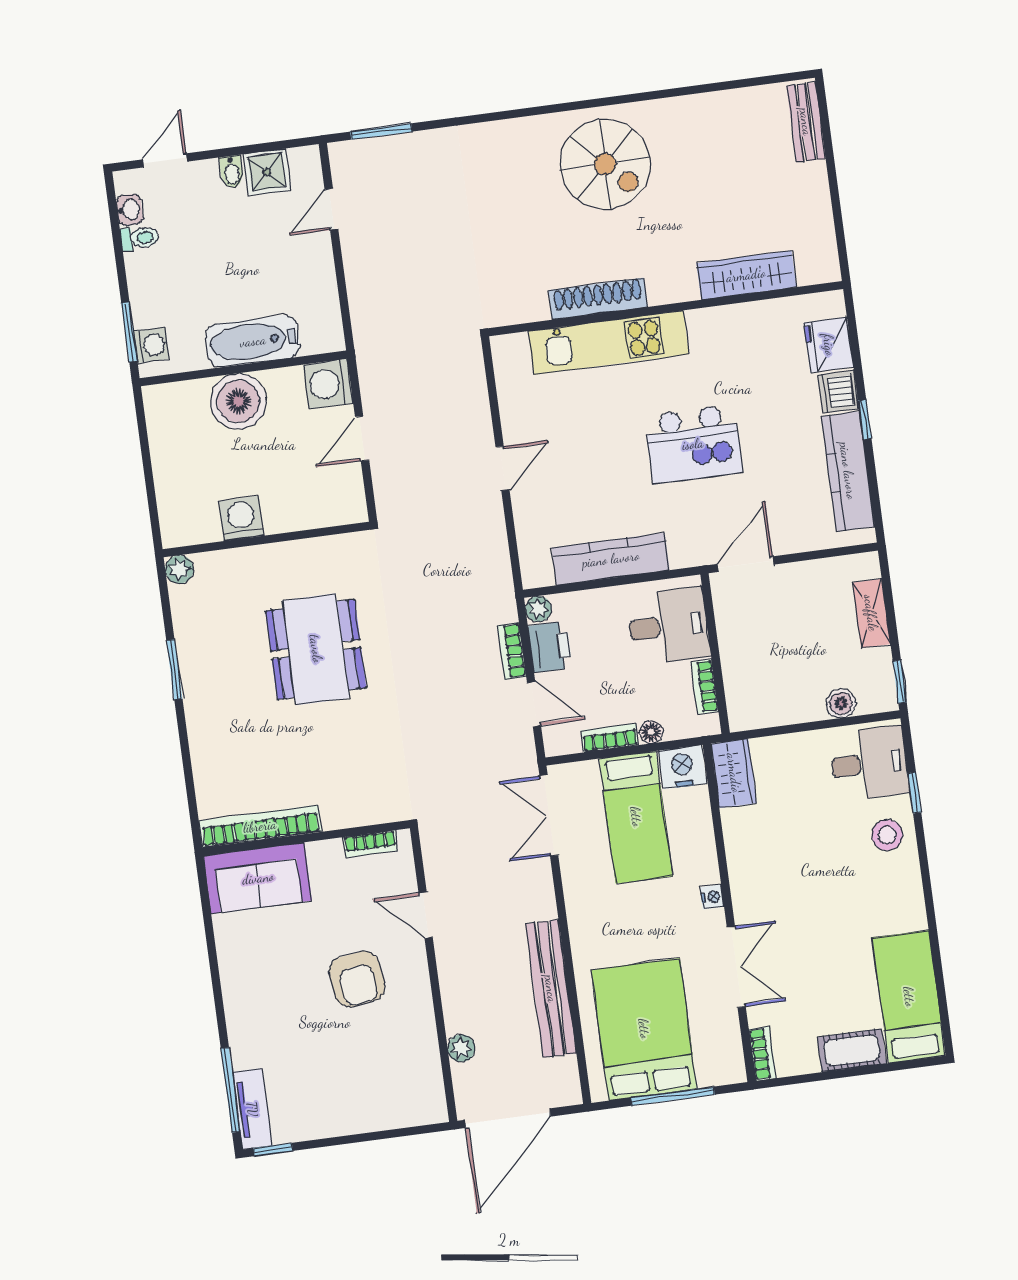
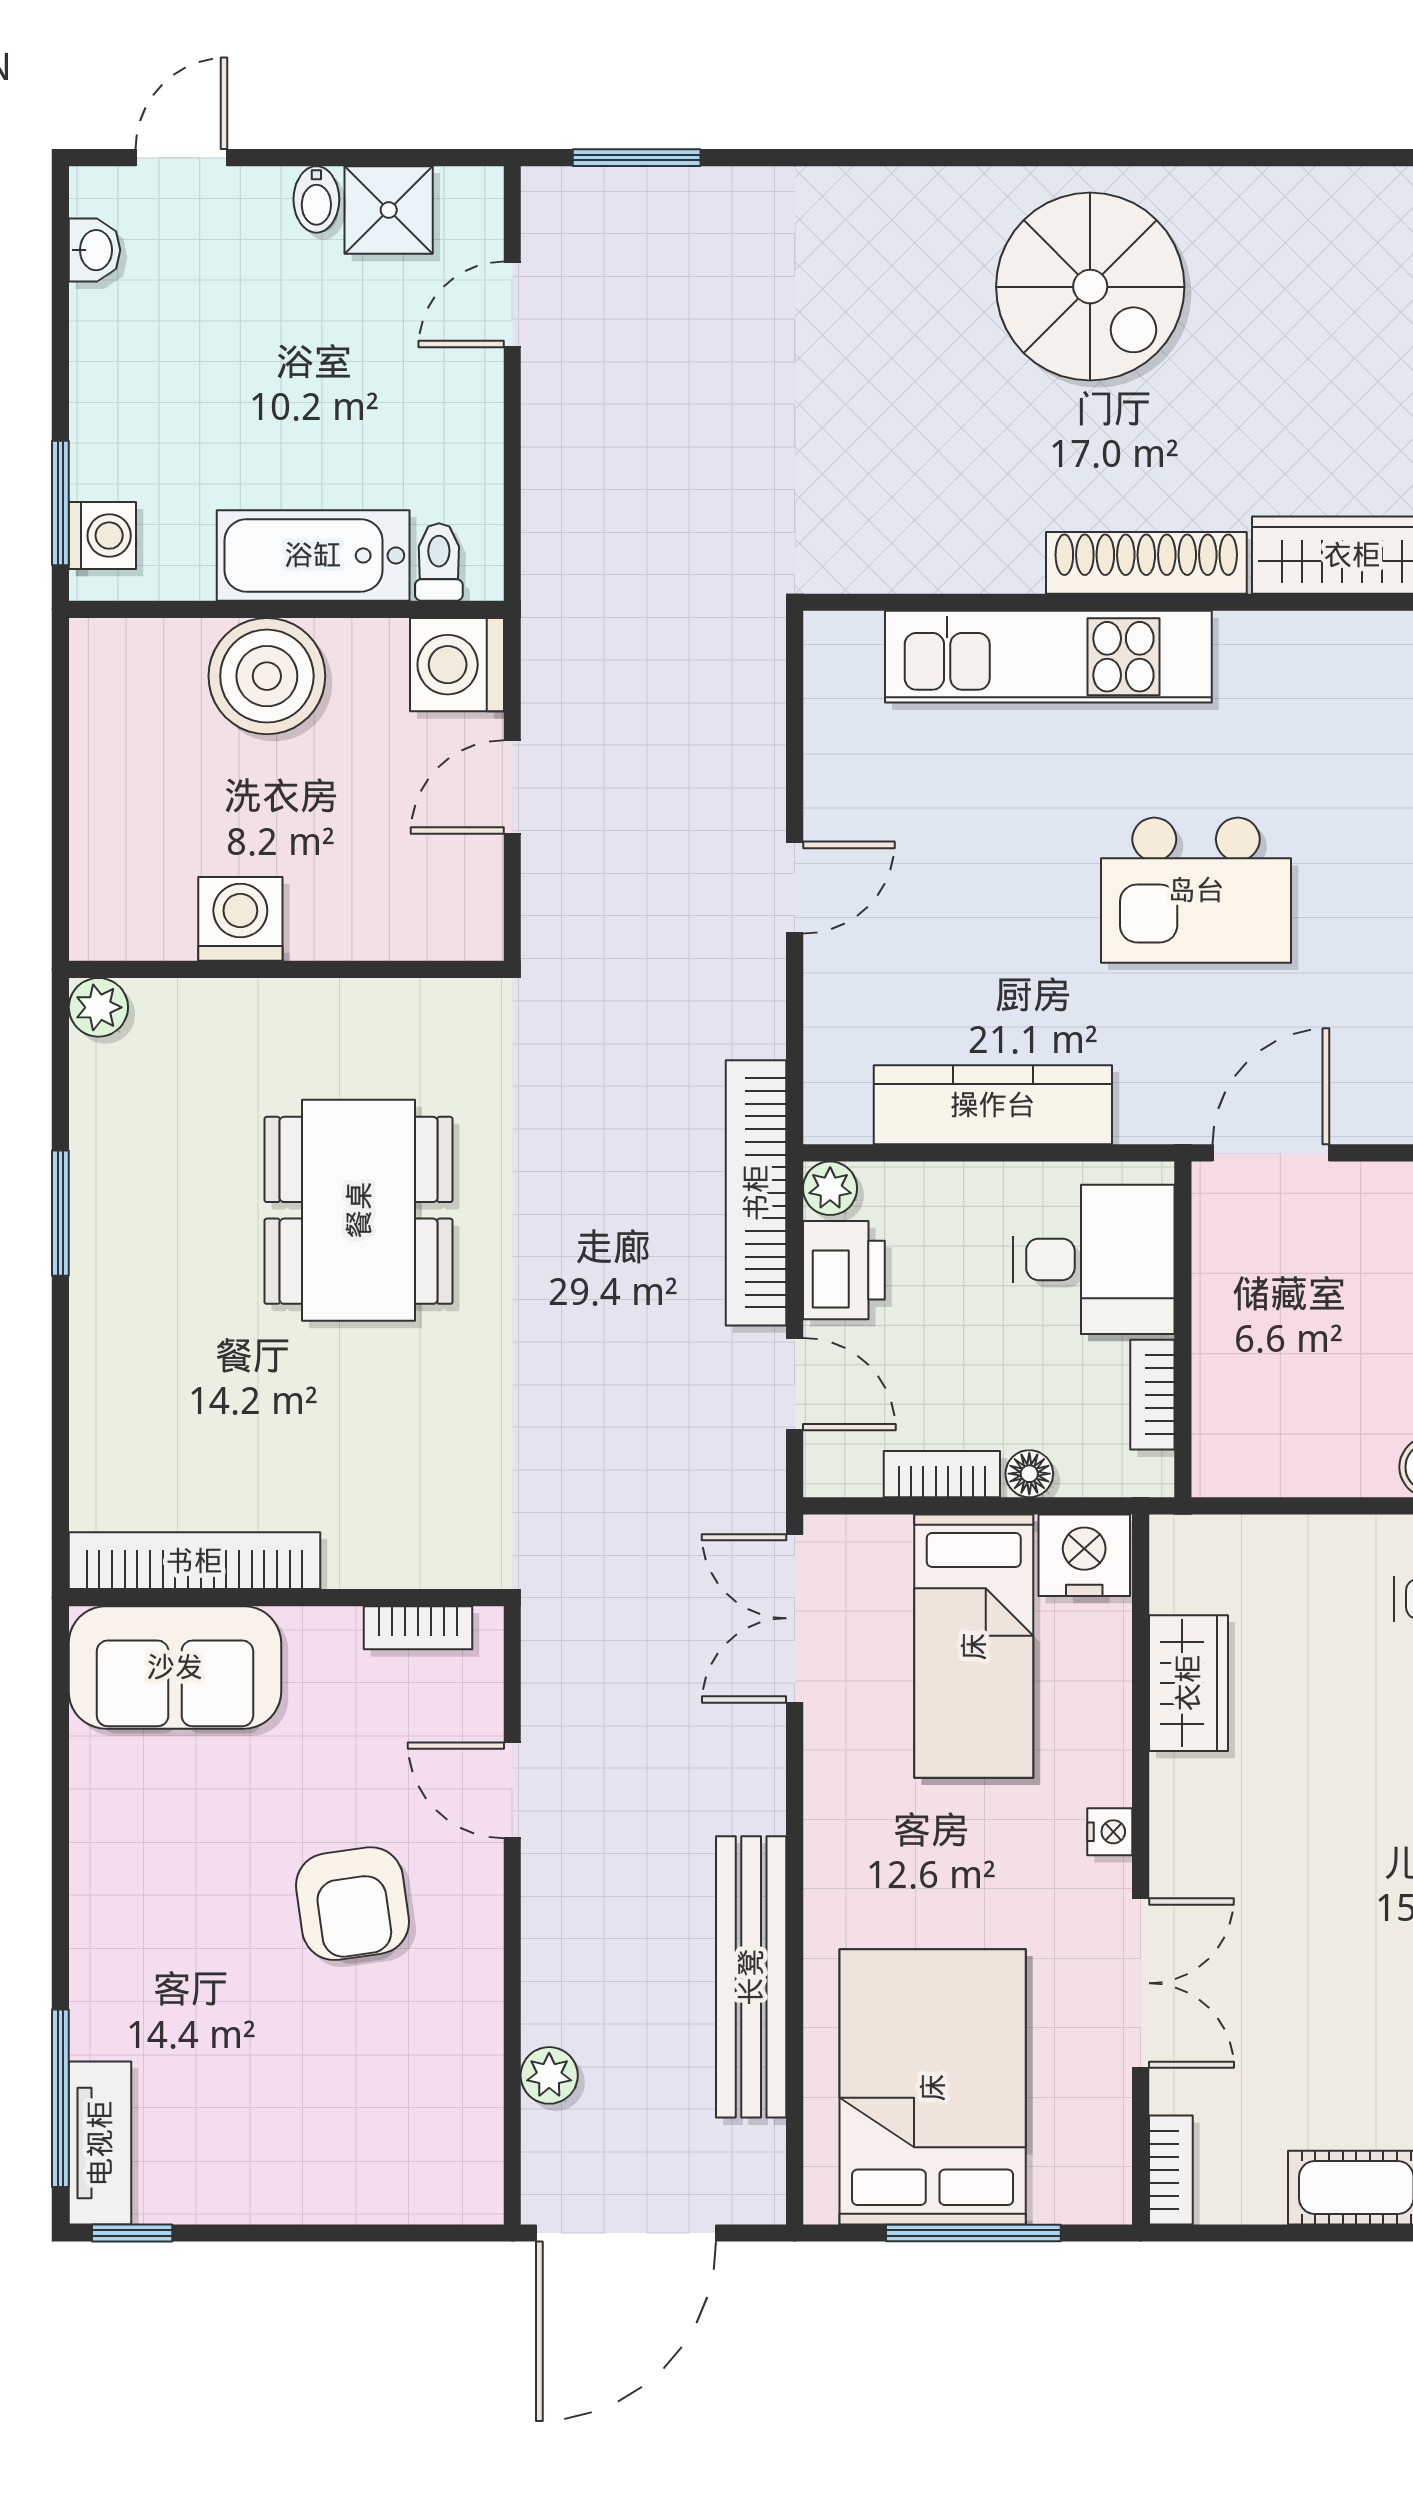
toilet: (140, 238) -> (439, 562), moved, turned -90
shoe rack: (598, 299) -> (1146, 563), moved
bookcase: (512, 651) -> (756, 1193), width x2.31, depth x1.31
wardrobe: (734, 773) -> (1188, 1683), moved

